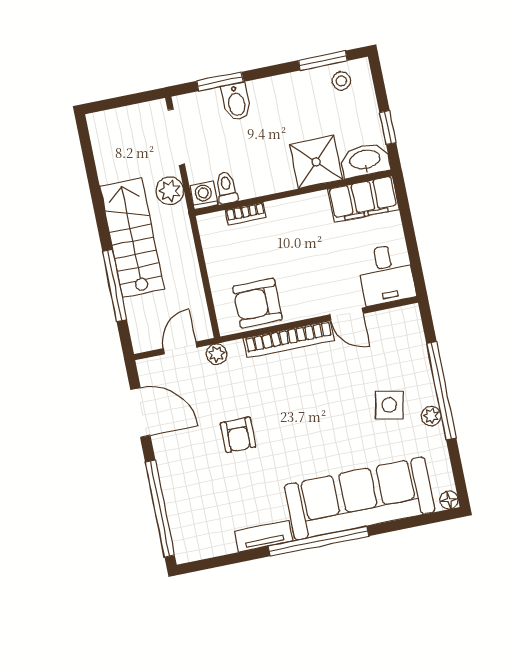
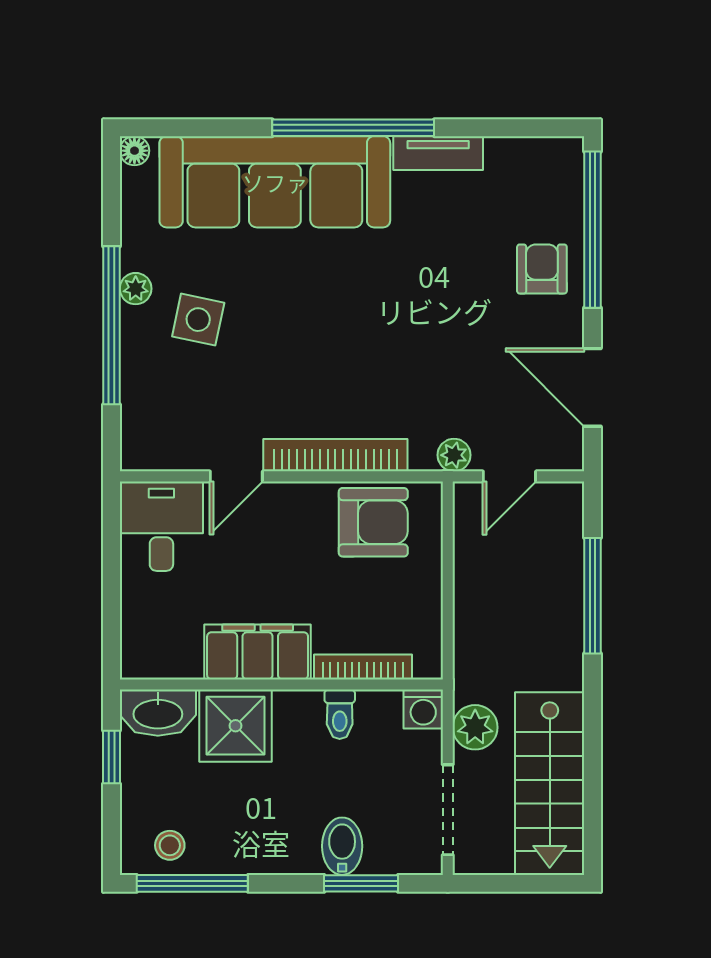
window: (323, 61) -> (192, 883), width x1.44
toilet: (226, 188) -> (340, 714), moved
filing cabinet: (363, 199) -> (258, 652), moved
bookcase: (246, 214) -> (363, 667), width x1.56
stairs: (132, 238) -> (550, 784), moved
door: (347, 314) -> (236, 476), swing flipped
armchair: (238, 435) -> (542, 269), moved

